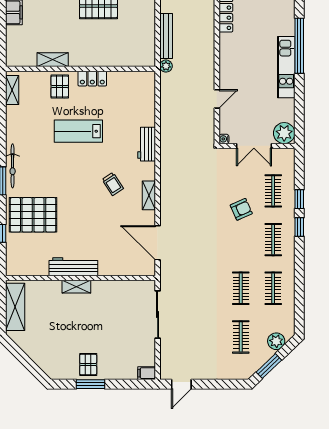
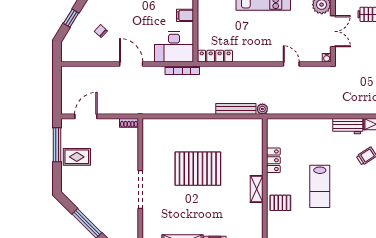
shelving: (53, 60) -> (257, 189), moved
locker: (92, 79) -> (273, 160), moved
workbench: (147, 144) -> (348, 126), moved

